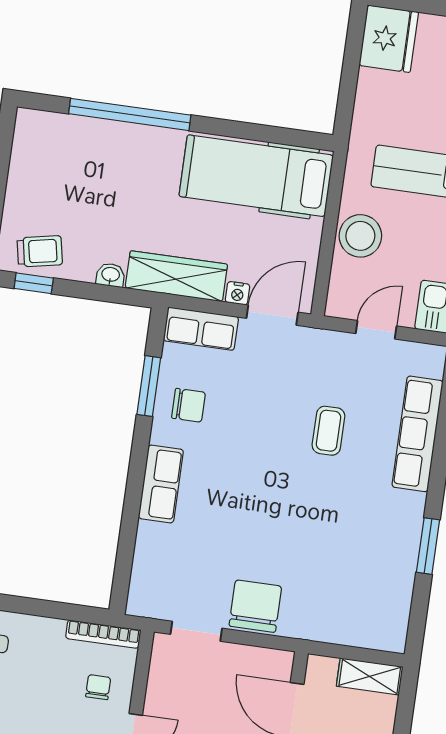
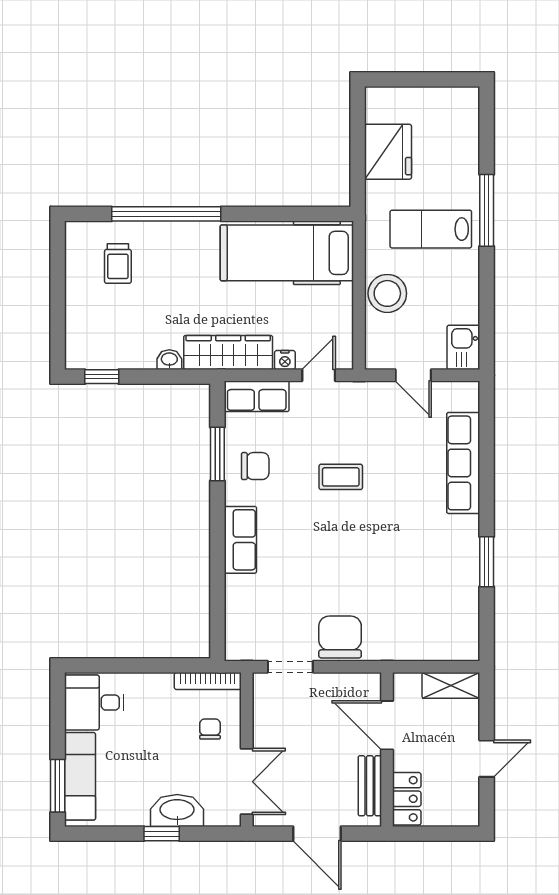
fridge: (389, 39) -> (388, 152), moved
trolley: (40, 251) -> (118, 264), moved, turned 101
door: (272, 315) -> (319, 375), width x0.73
door: (376, 330) -> (413, 375), swing flipped
coffee table: (328, 431) -> (341, 477), moved, turned 90

